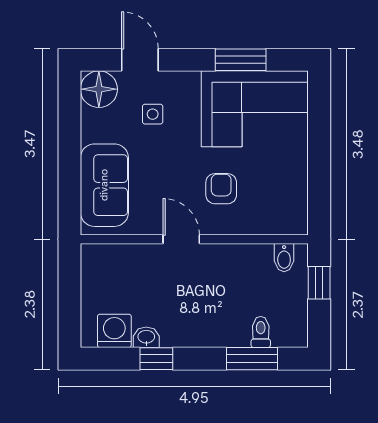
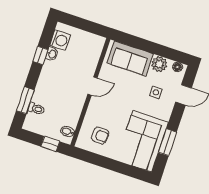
floor lamp: (99, 89) -> (177, 67), width x0.53, depth x0.53
plant: (96, 126) -> (159, 64), added
armchair: (221, 189) -> (100, 135), moved

